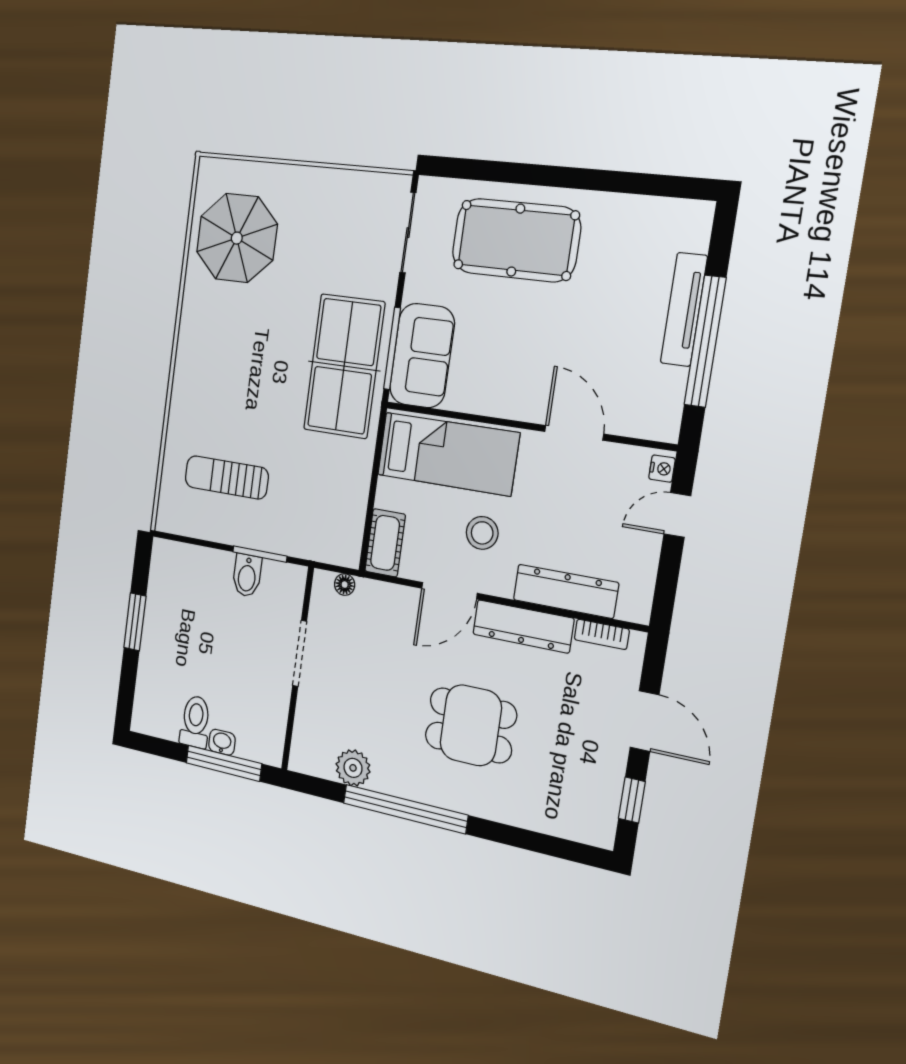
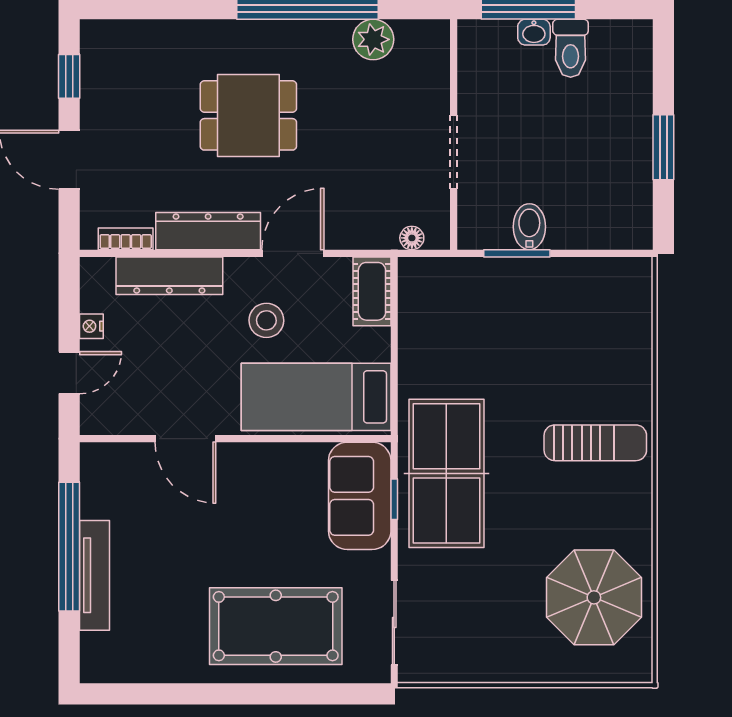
window: (392, 348) -> (394, 499), width x0.46
nightstand: (662, 469) -> (91, 326), moved
sun lounger: (227, 477) -> (595, 443), moved

